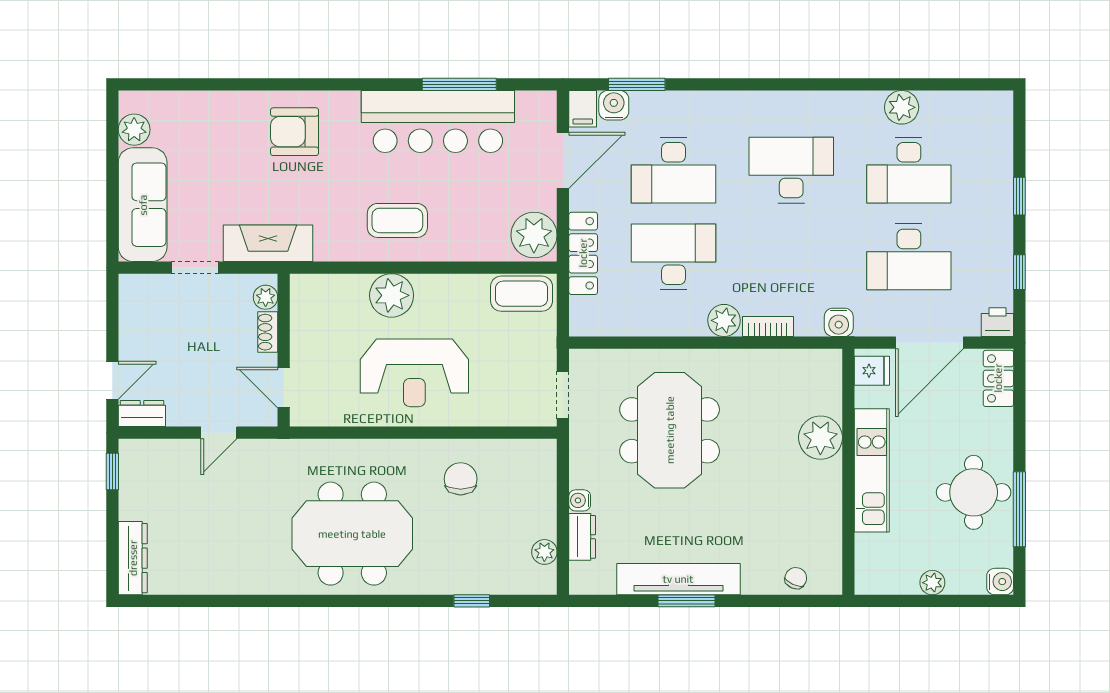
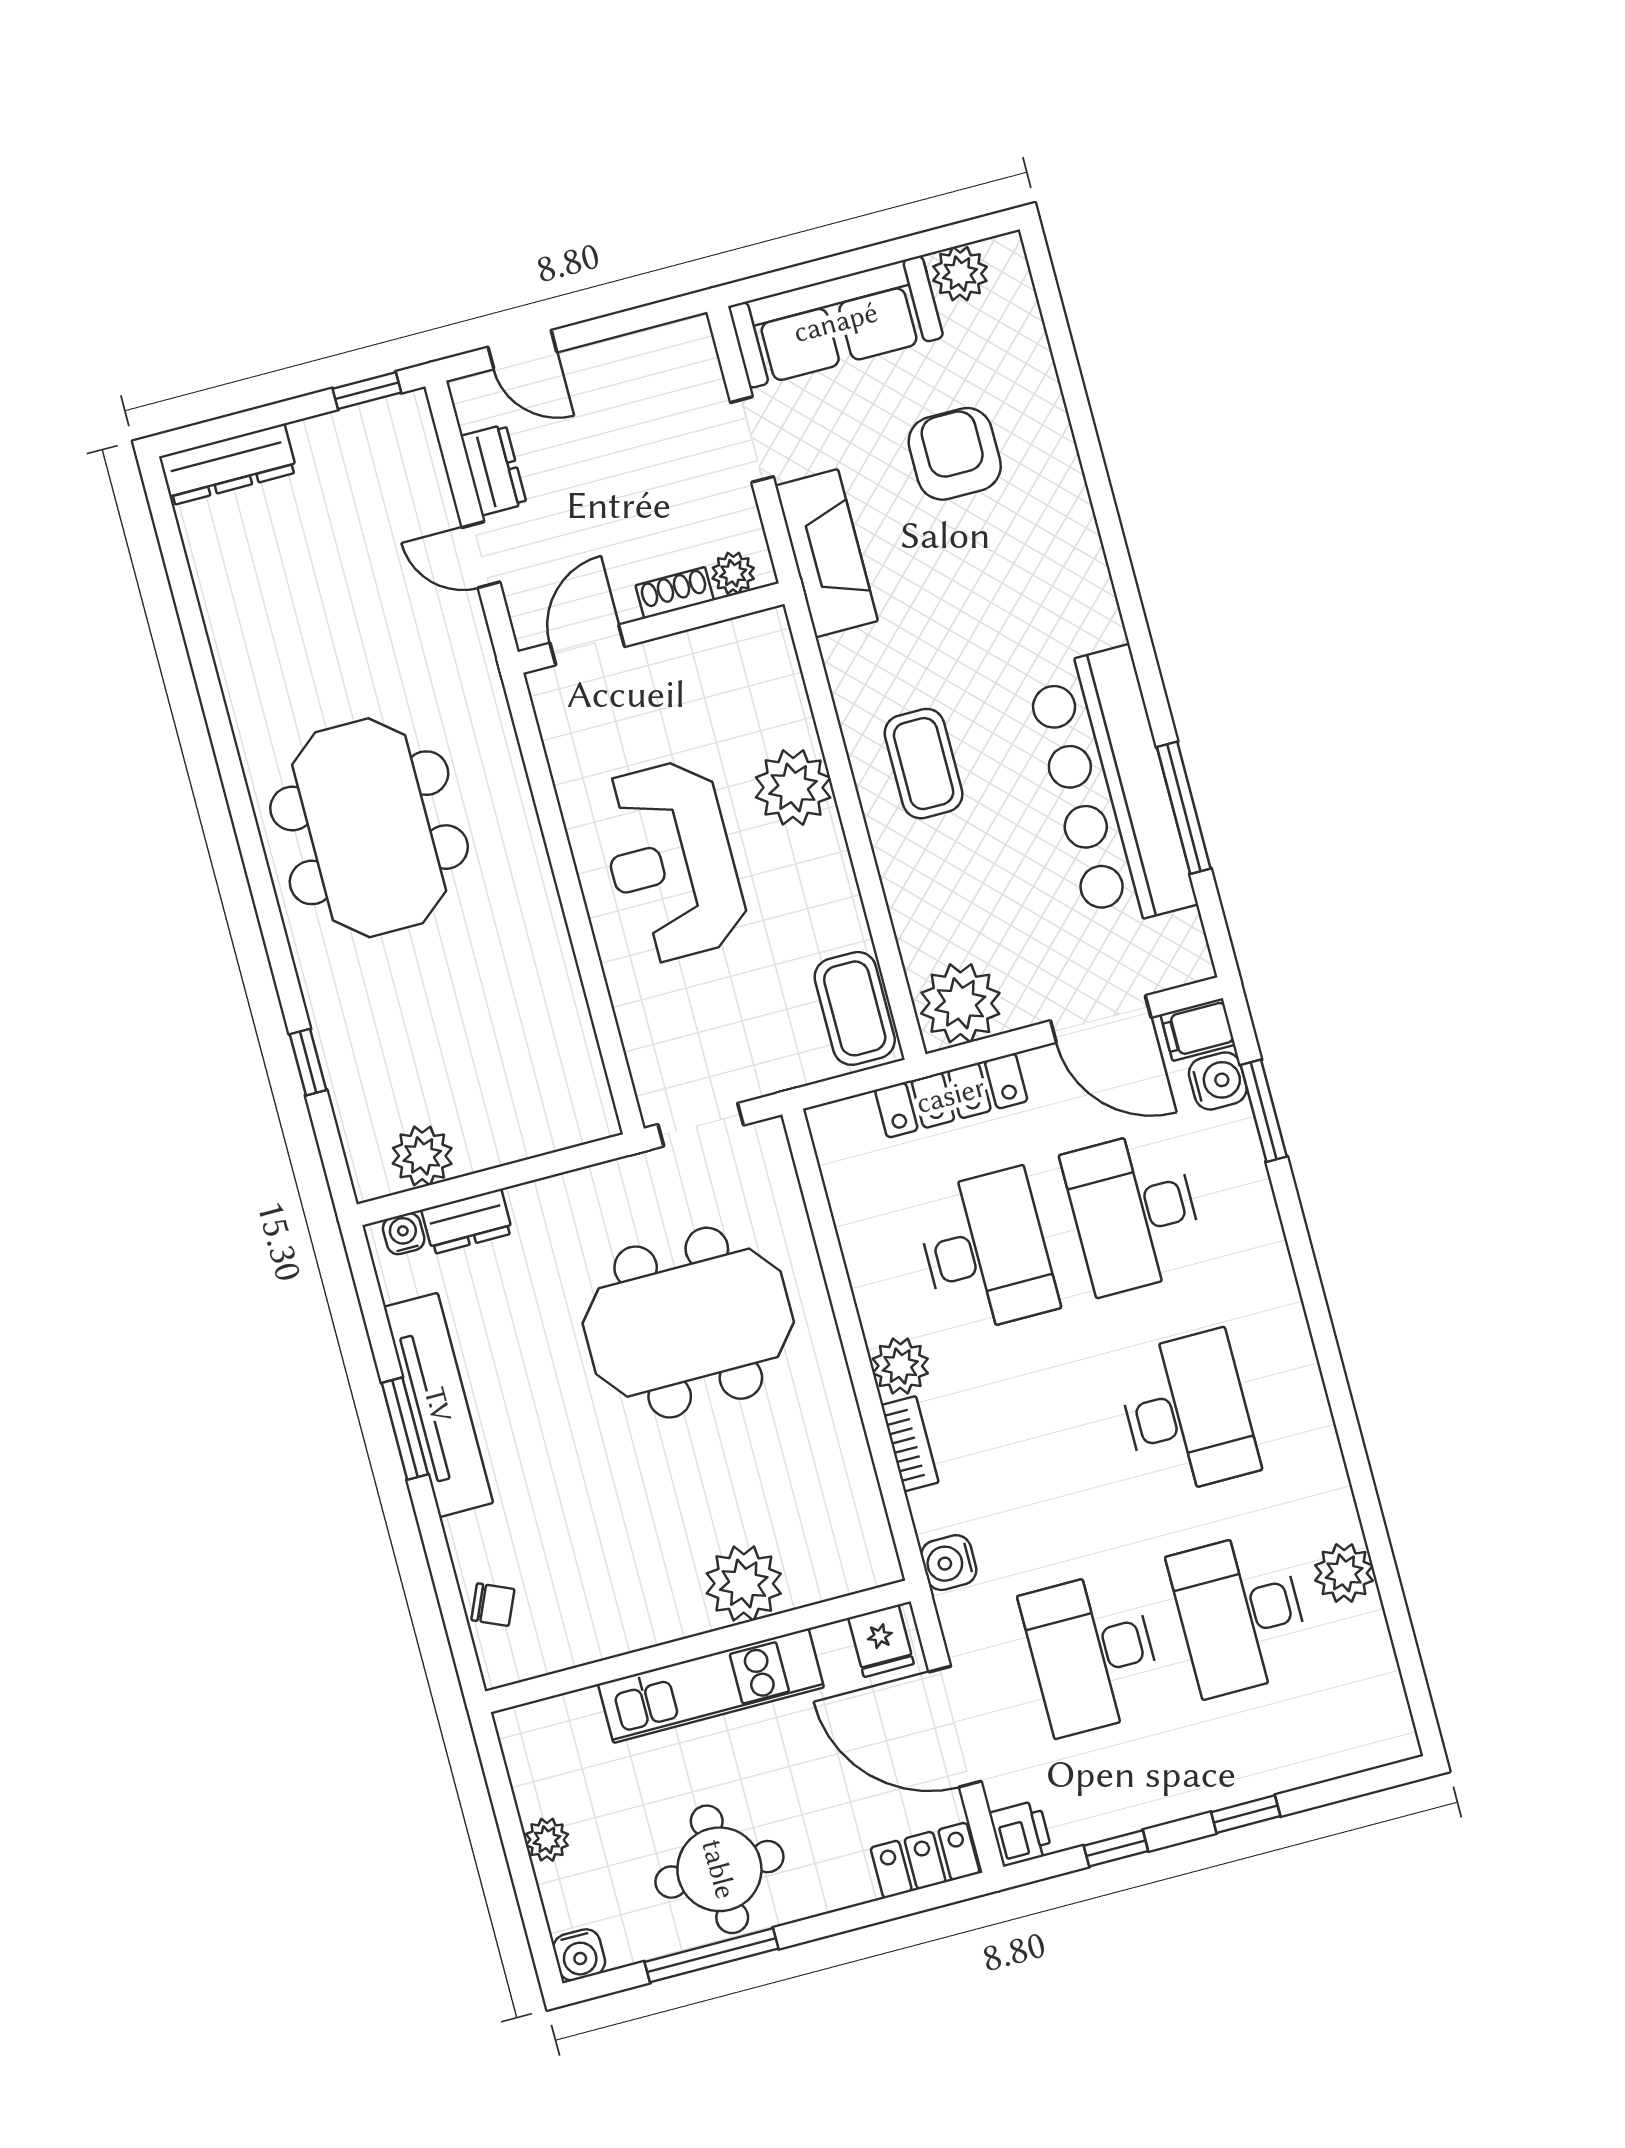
armchair: (295, 132) -> (955, 454), moved
dresser: (142, 414) -> (494, 470), moved
chair: (461, 479) -> (511, 988), removed
water cooler: (580, 500) -> (404, 1234), moved
plant: (544, 552) -> (422, 1156), width x1.38, depth x1.38

